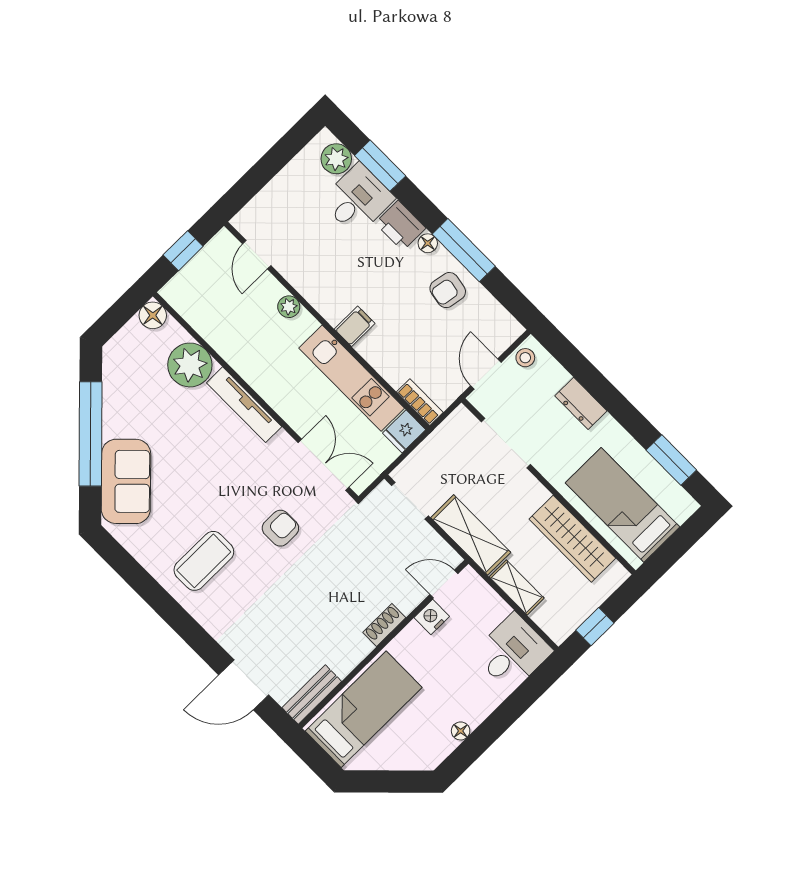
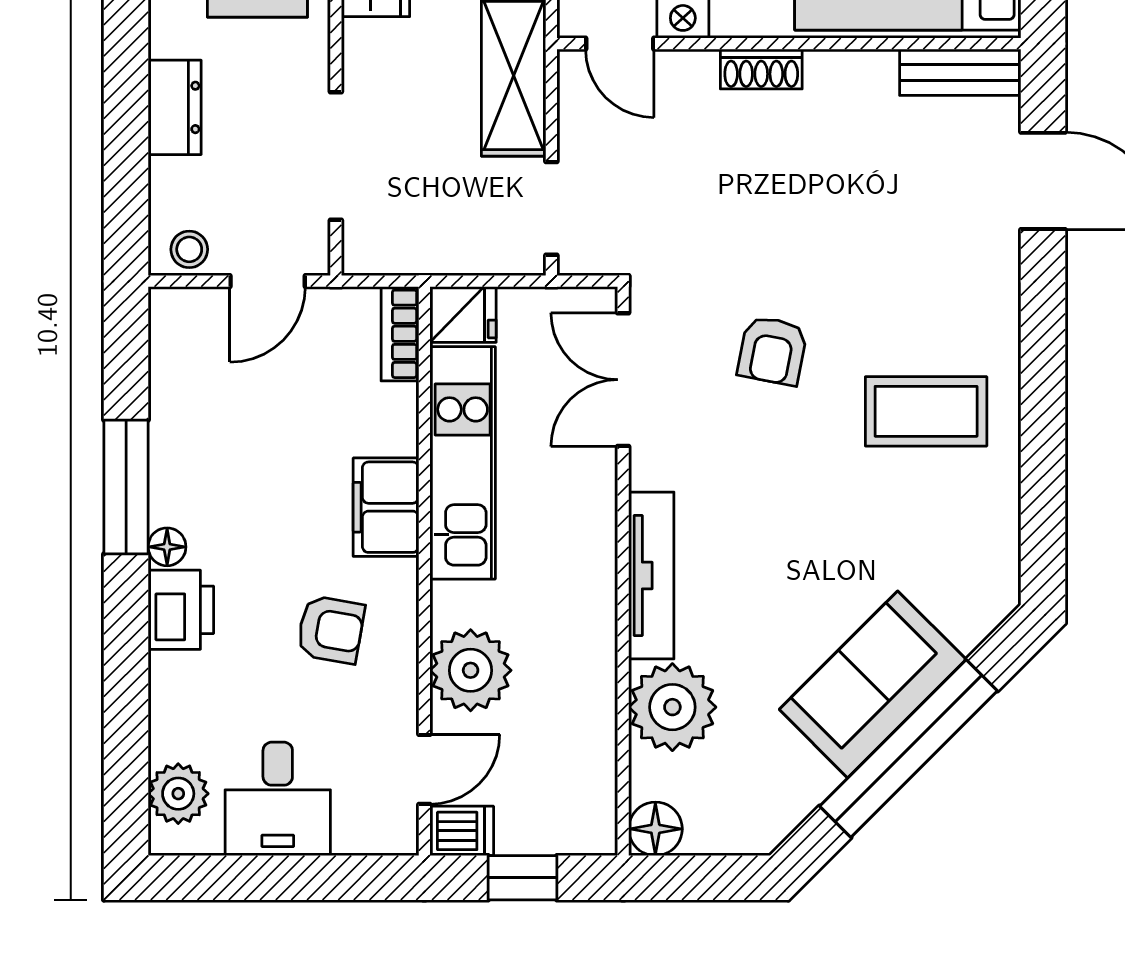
window: (380, 166) -> (126, 723), removed
desk: (358, 199) -> (278, 799), moved, turned -90
dishwasher: (221, 246) -> (462, 831), added
armchair: (448, 290) -> (331, 630), moved
plant: (289, 307) -> (471, 670), width x1.88, depth x1.88
filing cabinet: (355, 326) -> (386, 507), width x2.00
sofa: (126, 481) -> (873, 684), moved
armchair: (280, 528) -> (772, 351), turned -79

